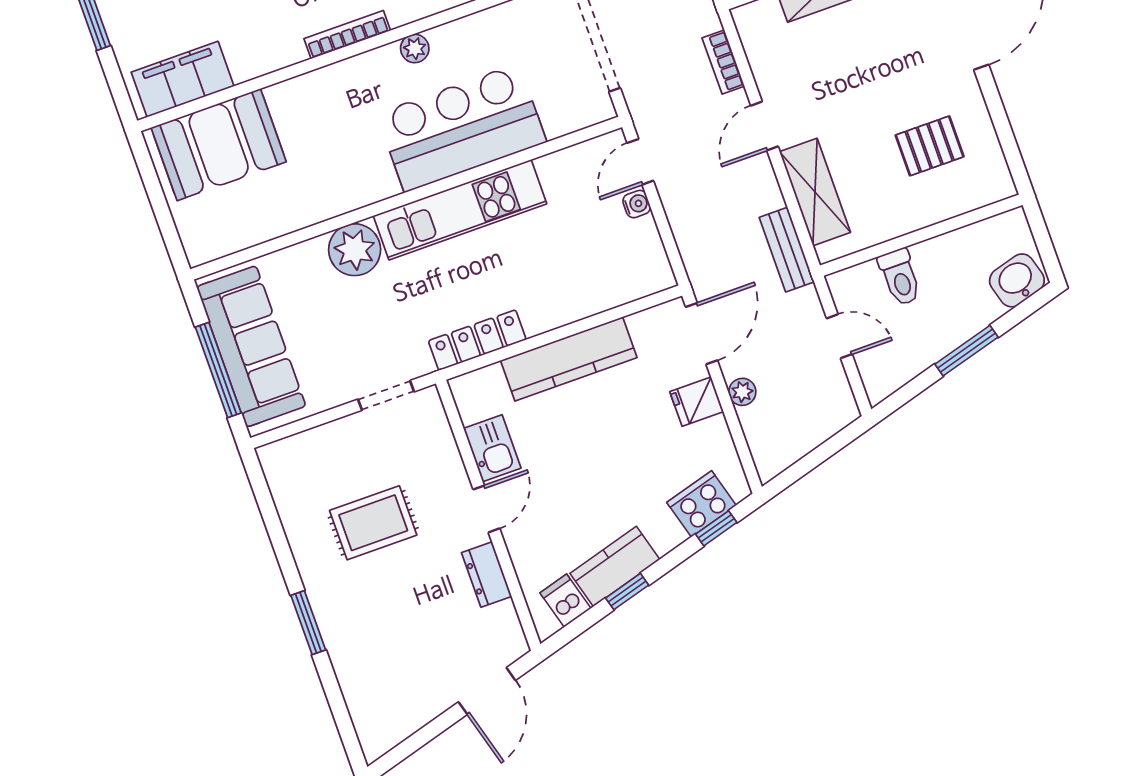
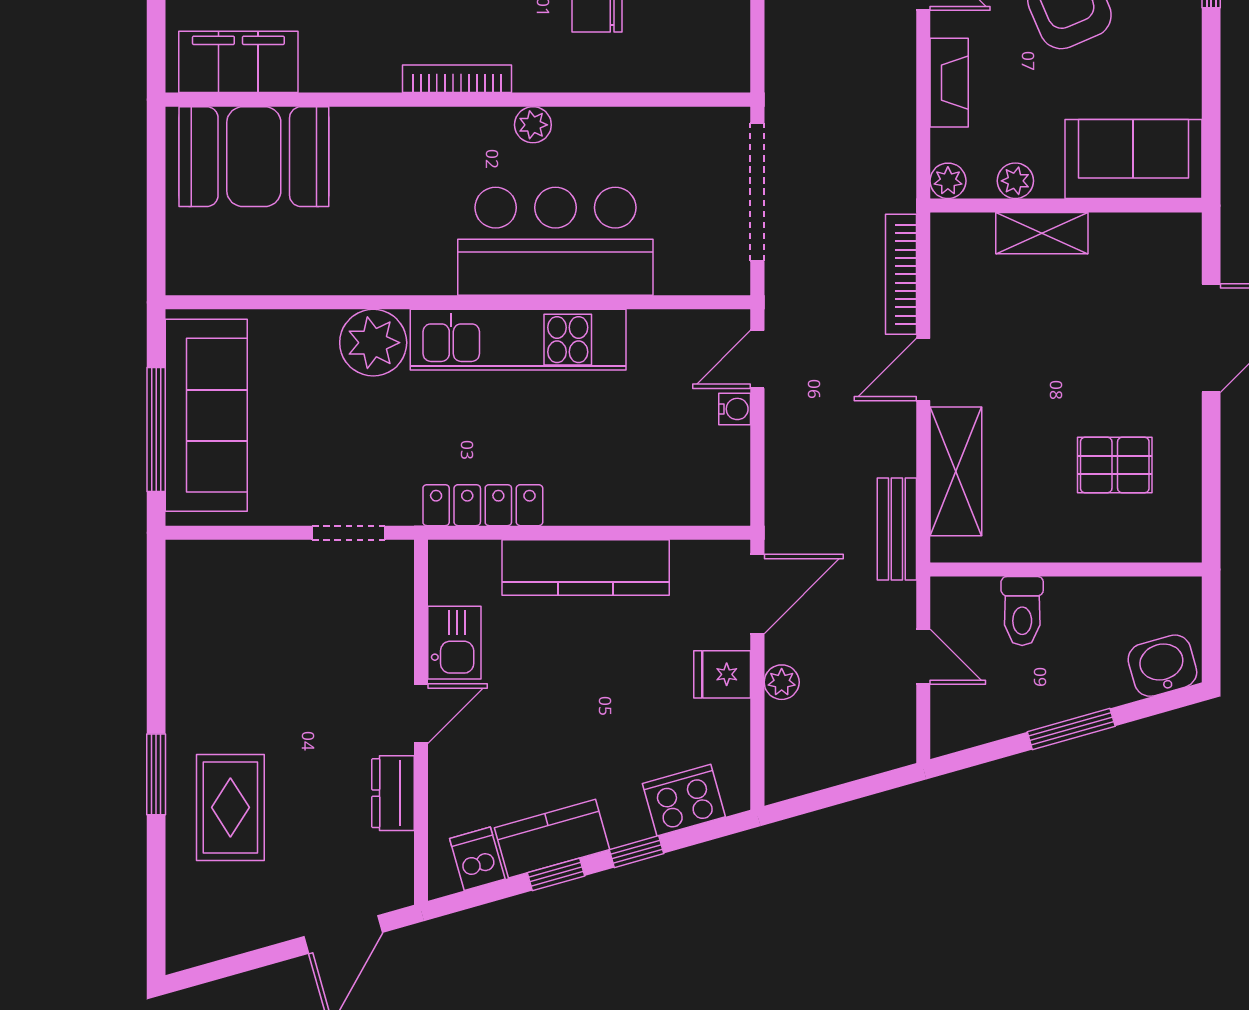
bookcase: (723, 62) -> (901, 274), width x1.56
rug: (373, 523) -> (230, 807), moved, turned 90
window: (716, 528) -> (636, 852), moved

